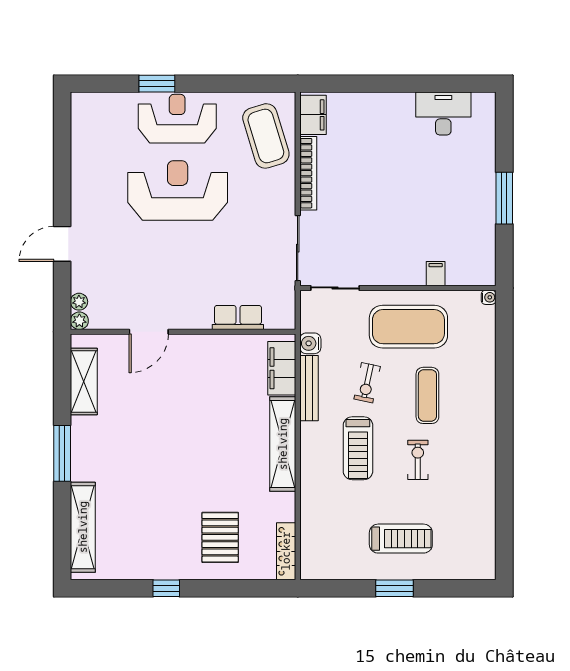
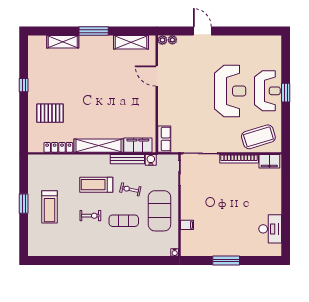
window: (157, 84) -> (286, 93), moved
row of seats: (238, 317) -> (164, 139), moved
shelving: (83, 527) -> (63, 42), width x0.68
locker: (286, 551) -> (58, 147), moved

